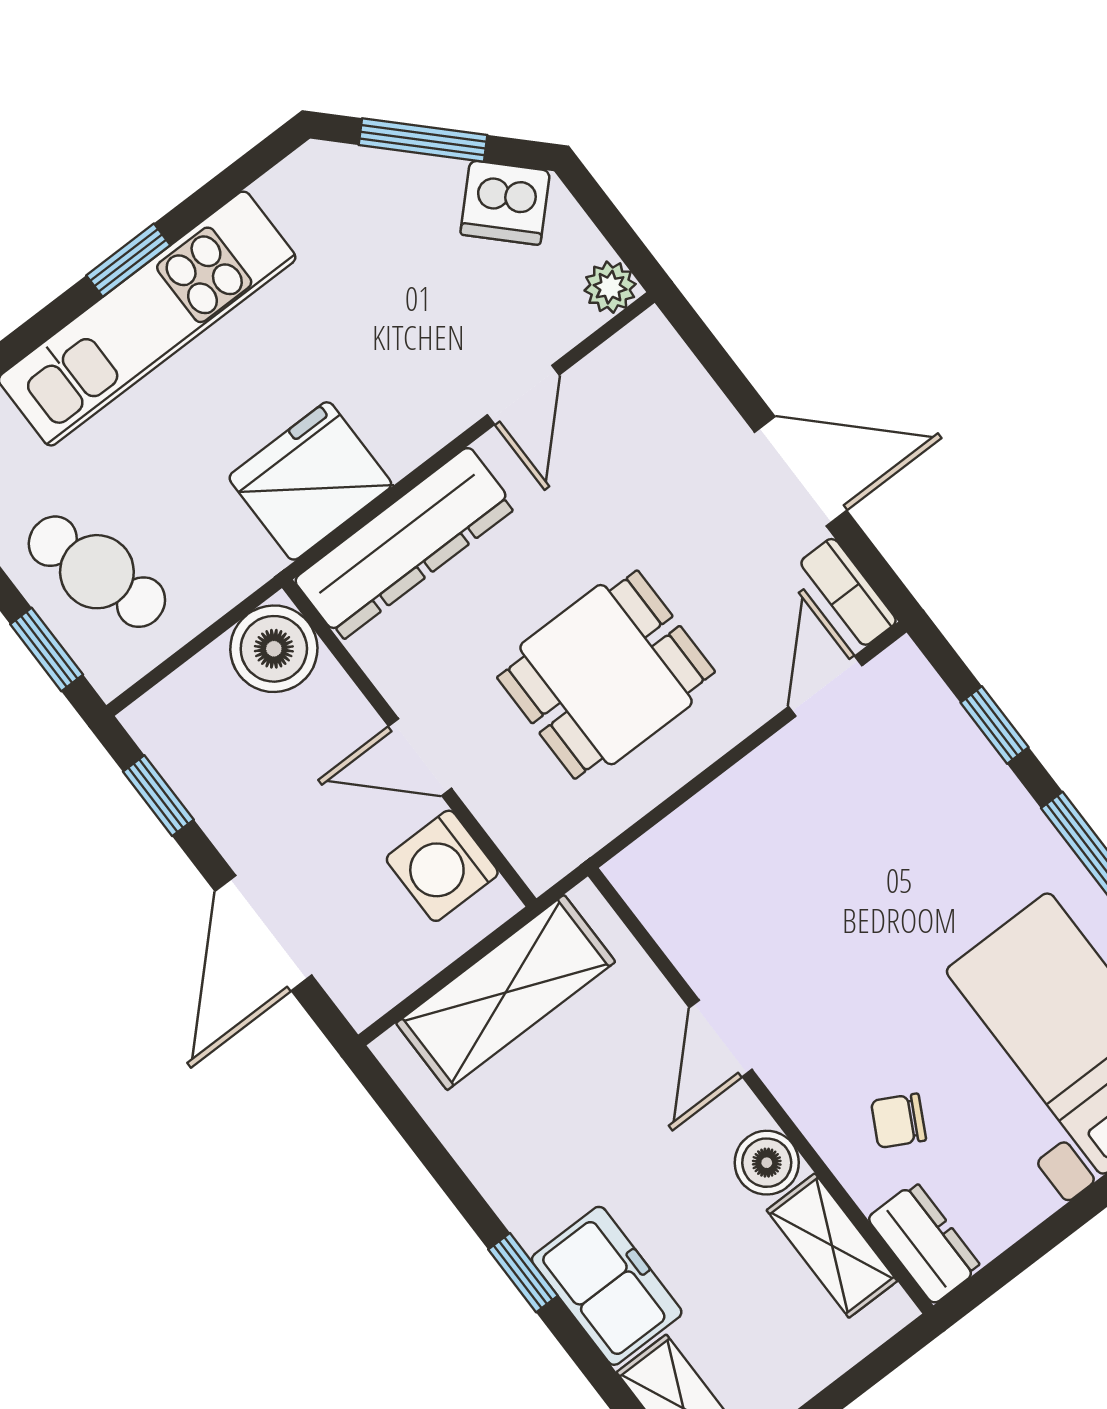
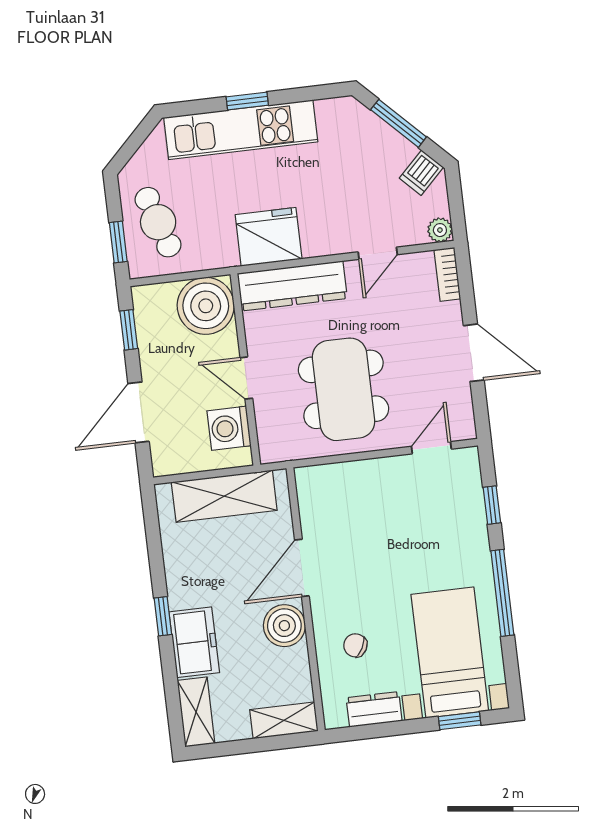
dishwasher: (505, 203) -> (421, 173), width x0.73
bookcase: (849, 592) -> (447, 274), moved
boiler: (274, 649) -> (206, 306), width x1.37, depth x1.37
dining table: (606, 675) -> (343, 389), width x1.38
door: (721, 1039) -> (302, 568), width x1.38
boiler: (767, 1163) -> (284, 626), width x1.36, depth x1.36
dresser: (924, 1243) -> (374, 709), moved, turned -90
shelving: (832, 1246) -> (284, 720), moved, turned 90

